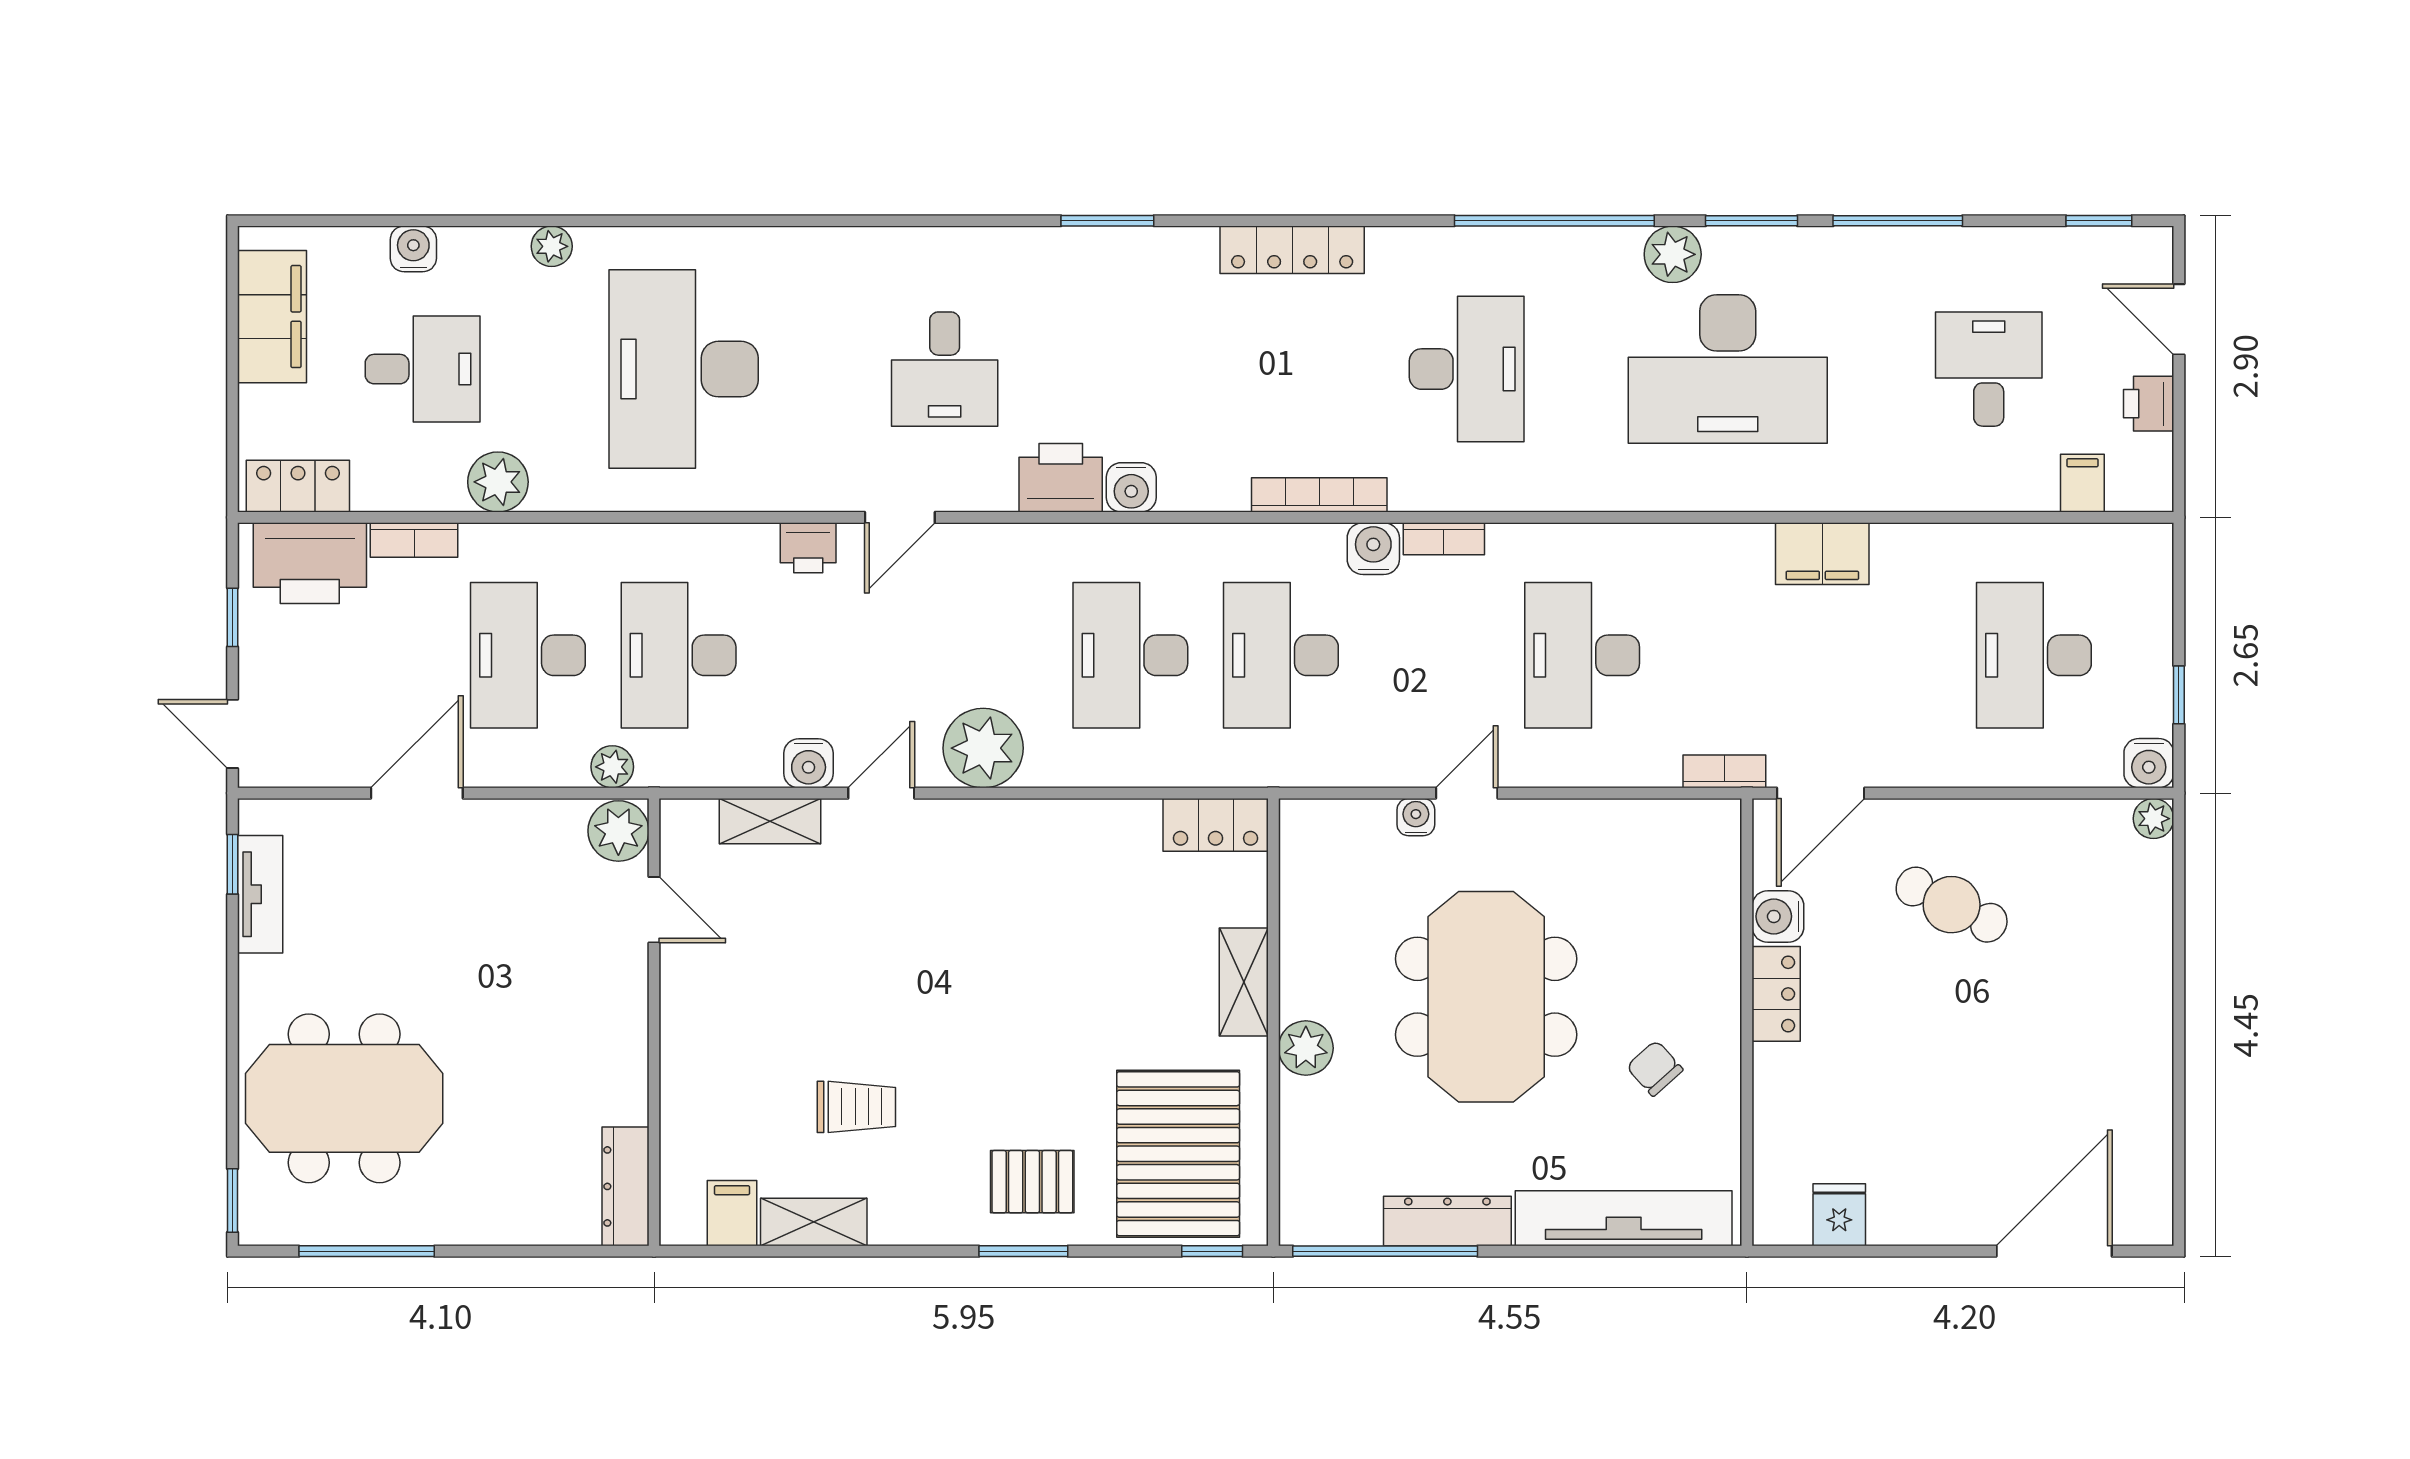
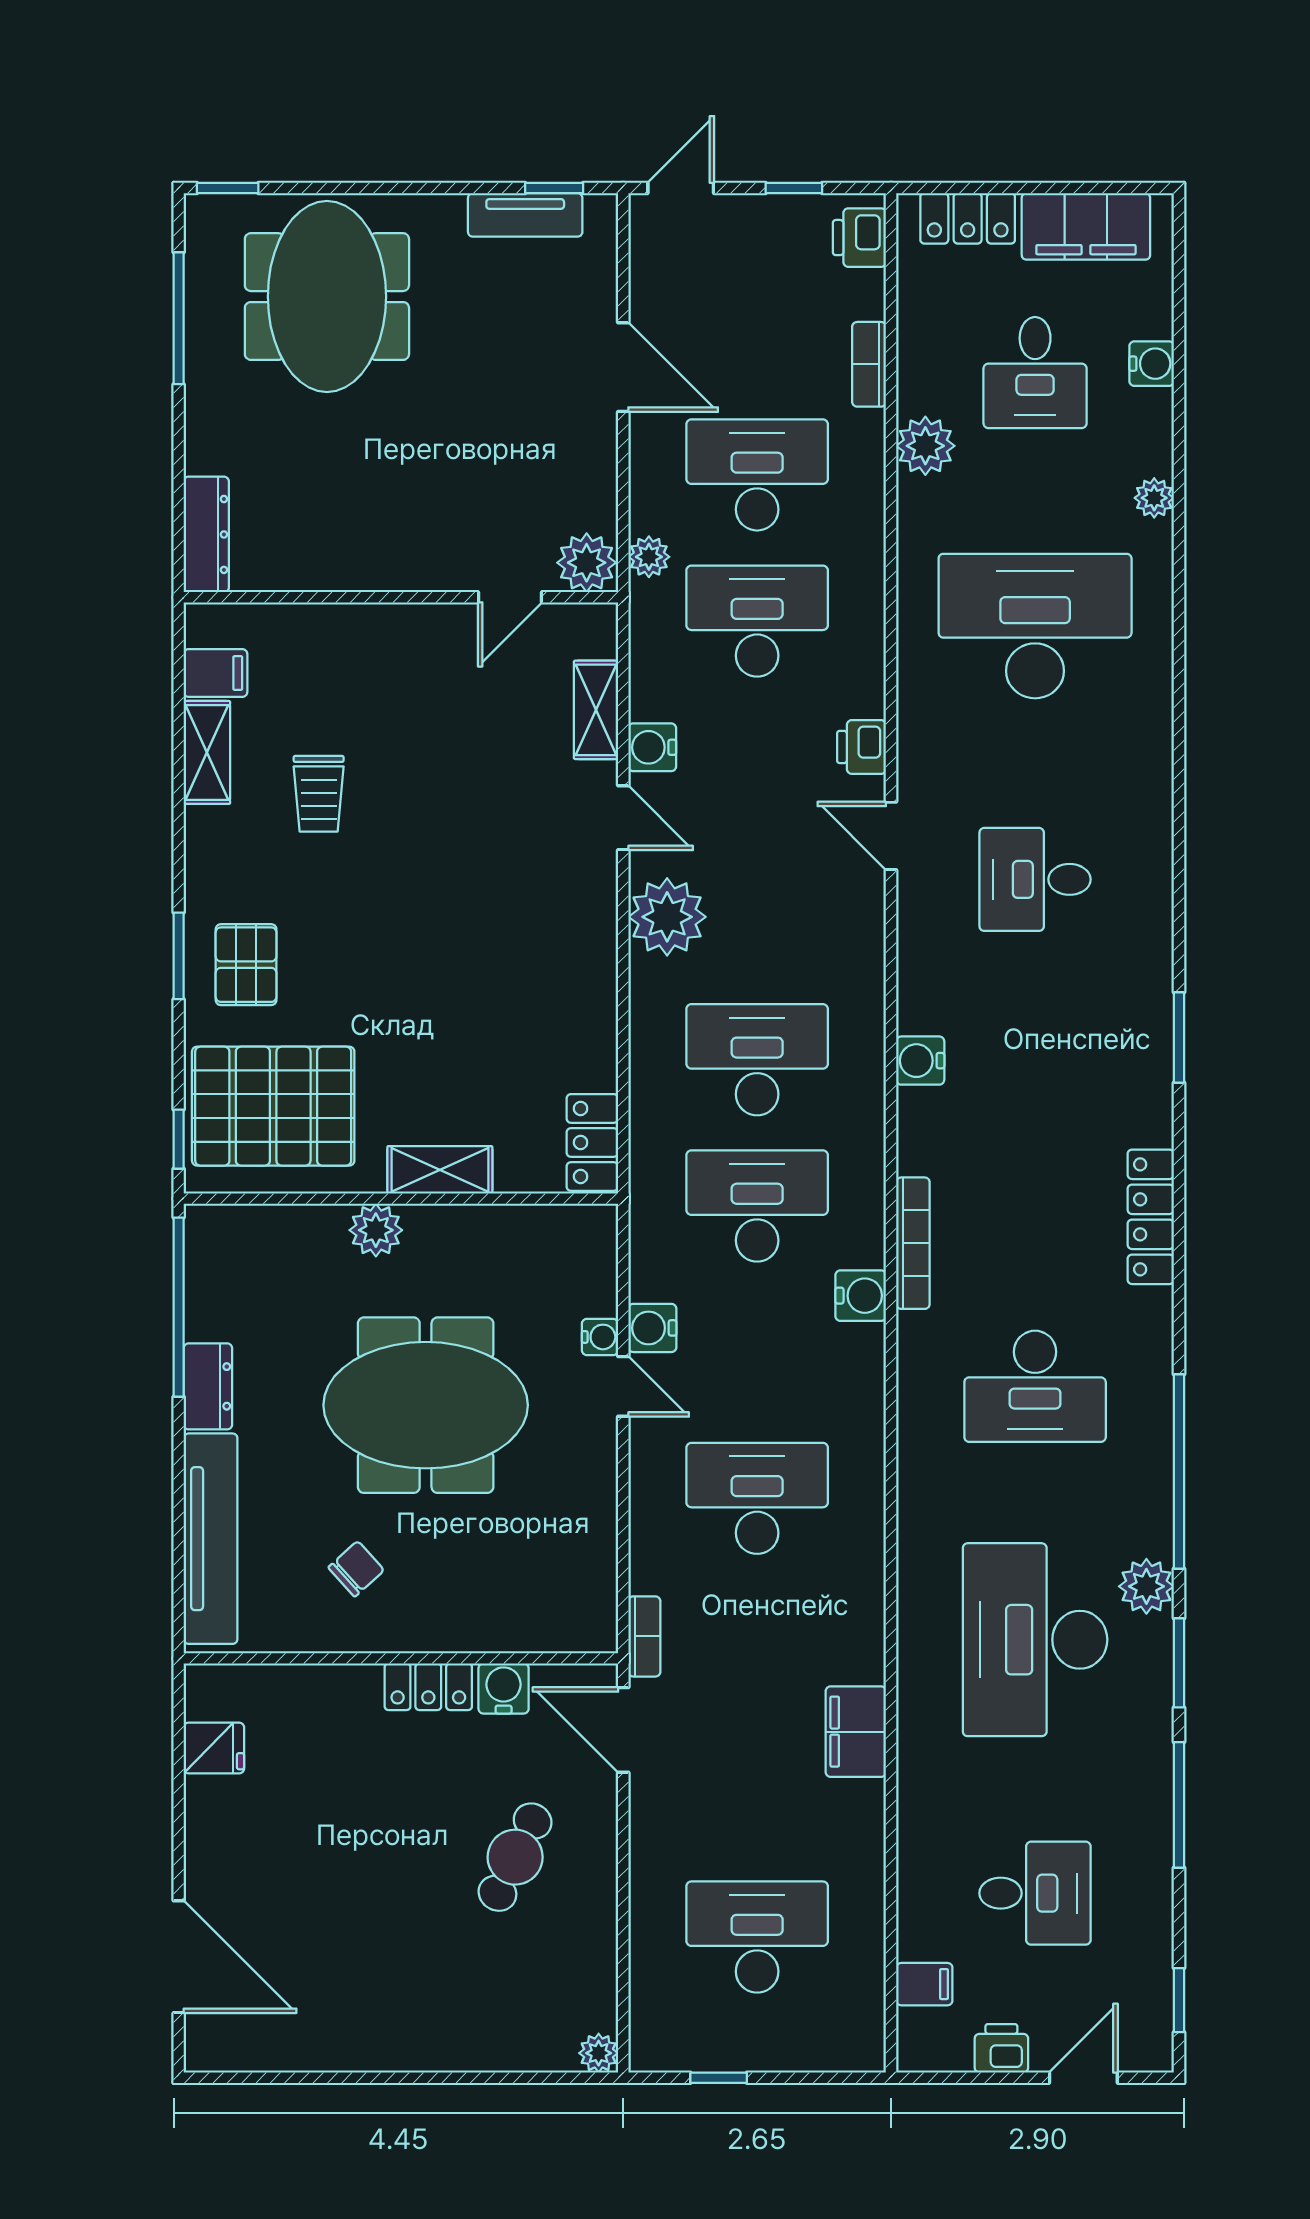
printer: (1061, 478) -> (929, 992), removed
locker: (298, 486) -> (968, 218), moved, turned 90
bookcase: (1444, 539) -> (870, 1364), removed
printer: (310, 563) -> (859, 238), width x0.53, depth x0.68
water cooler: (2149, 763) -> (652, 1328), moved
dresser: (626, 1186) -> (206, 534), moved, turned 90
dresser: (1447, 1221) -> (208, 1386), width x0.70

